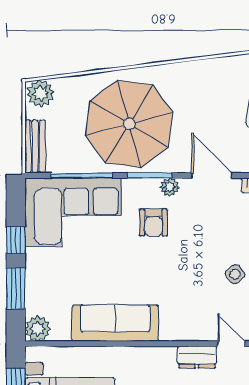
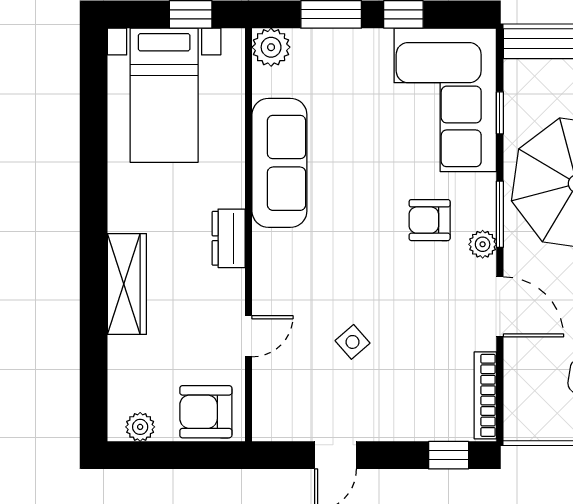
window: (82, 175) -> (500, 113), width x0.46
door: (212, 175) -> (500, 307), hinge flipped
dresser: (197, 357) -> (229, 238), moved

